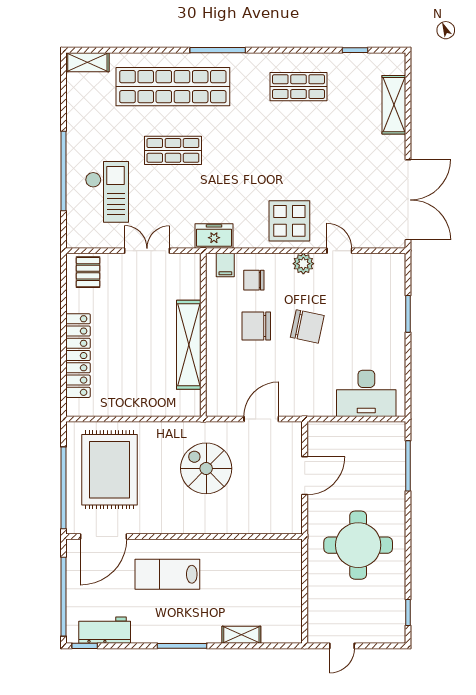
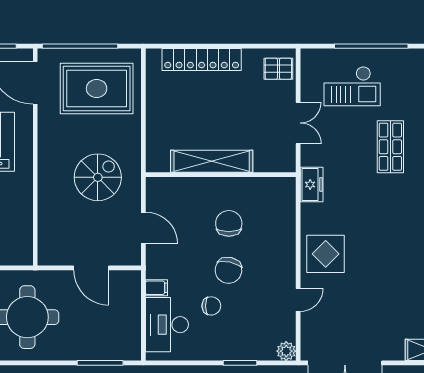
plant: (303, 264) -> (286, 351), moved
filing cabinet: (225, 265) -> (157, 288), moved, turned 180
chair: (254, 280) -> (211, 306), moved, turned 90

